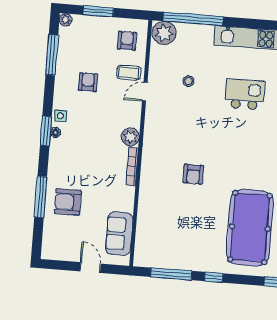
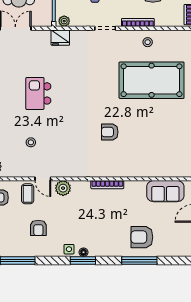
armchair: (88, 82) -> (38, 228), turned -90
plant: (130, 137) -> (63, 188), moved
armchair: (193, 174) -> (110, 132), turned 180
armchair: (68, 202) -> (142, 237), turned 90

